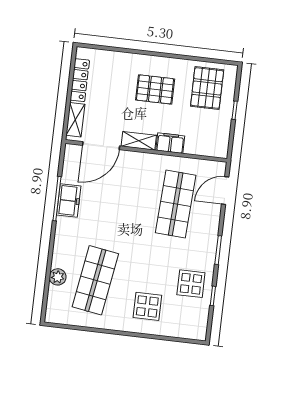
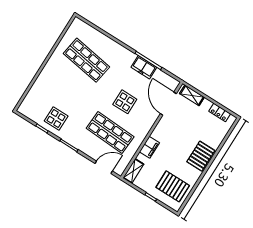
locker: (80, 80) -> (220, 113), width x0.66
pallet: (155, 89) -> (201, 156), moved
shelving: (139, 141) -> (133, 171), moved
door: (225, 191) -> (104, 167), hinge flipped
plant: (58, 277) -> (100, 38), removed
display table: (147, 306) -> (125, 102), moved

